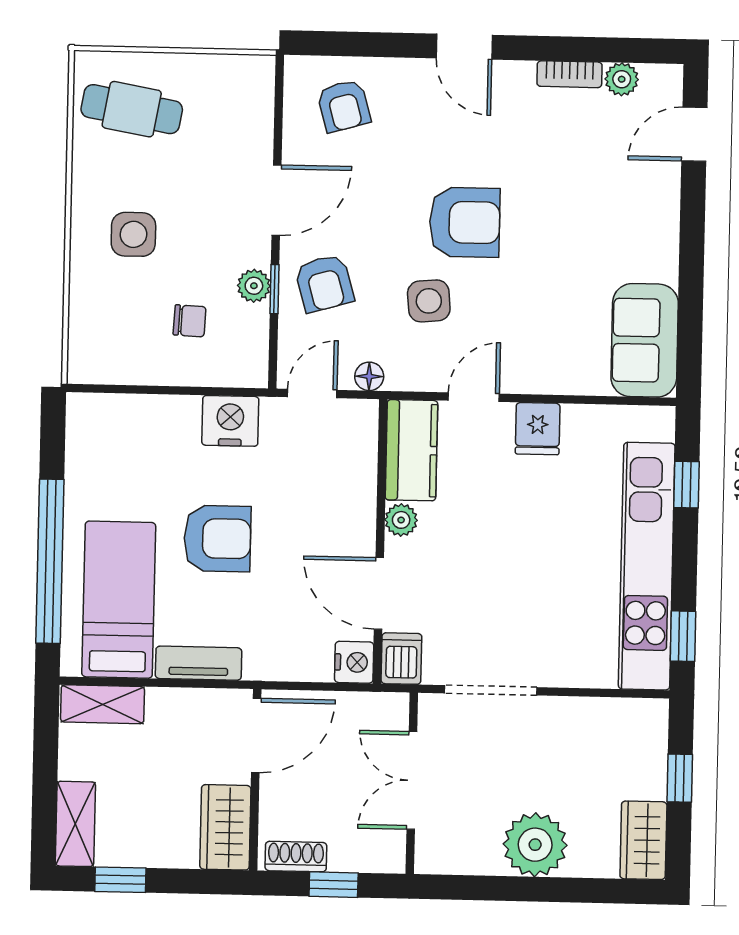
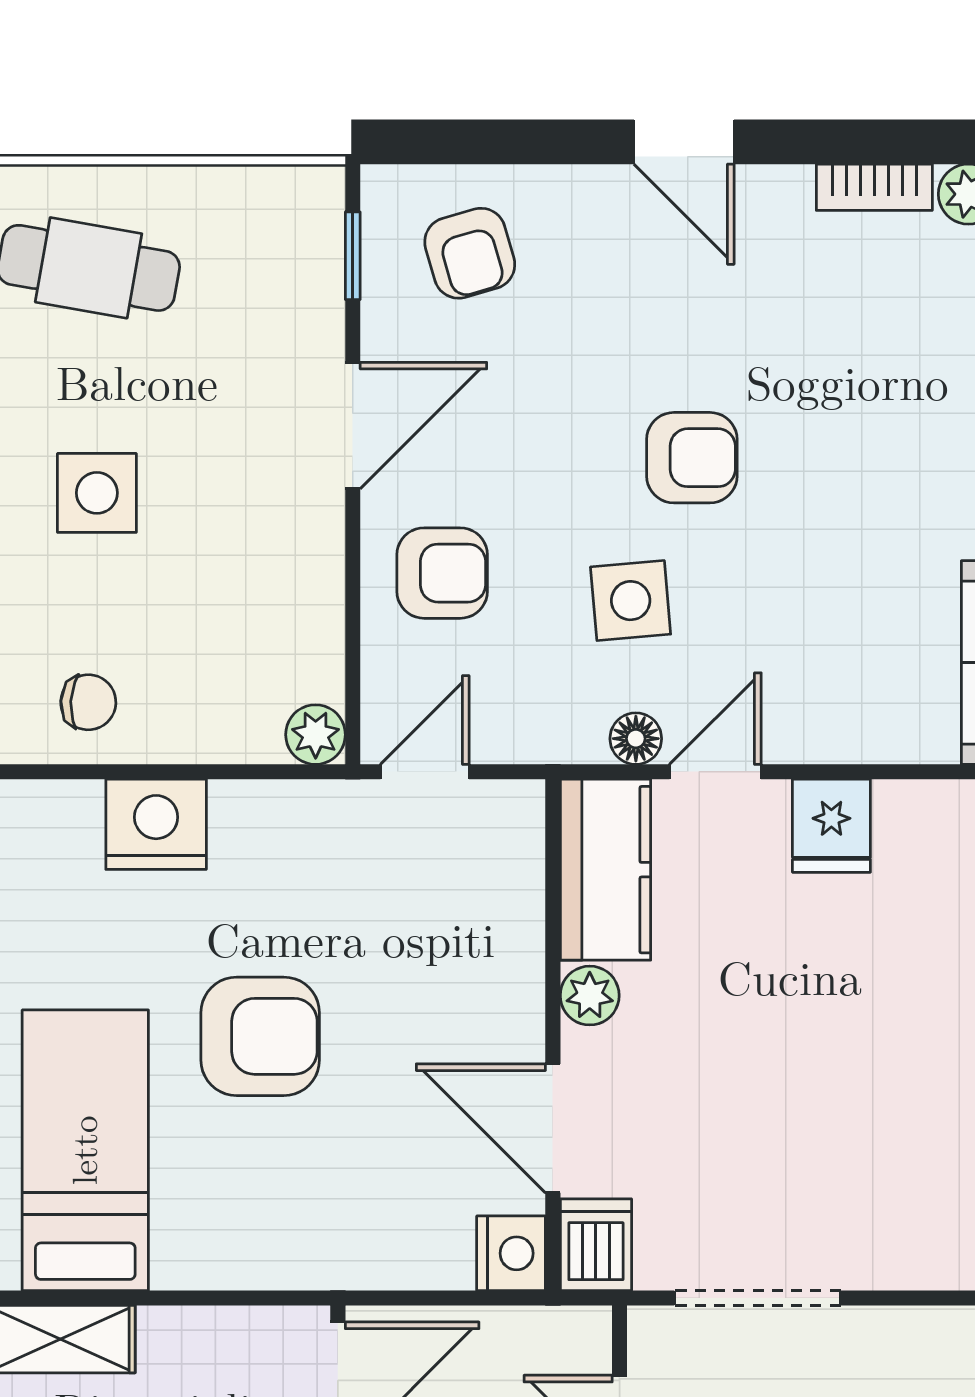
armchair: (465, 222) -> (692, 458), width x0.72, depth x0.72
armchair: (324, 283) -> (442, 573), turned -74
plant: (254, 286) -> (316, 735), moved
window: (275, 289) -> (353, 256), moved
chair: (190, 321) -> (88, 702), moved
floor lamp: (369, 376) -> (636, 739), moved
nightstand: (230, 421) -> (156, 824), moved
tv unit: (199, 663) -> (231, 1261), removed

